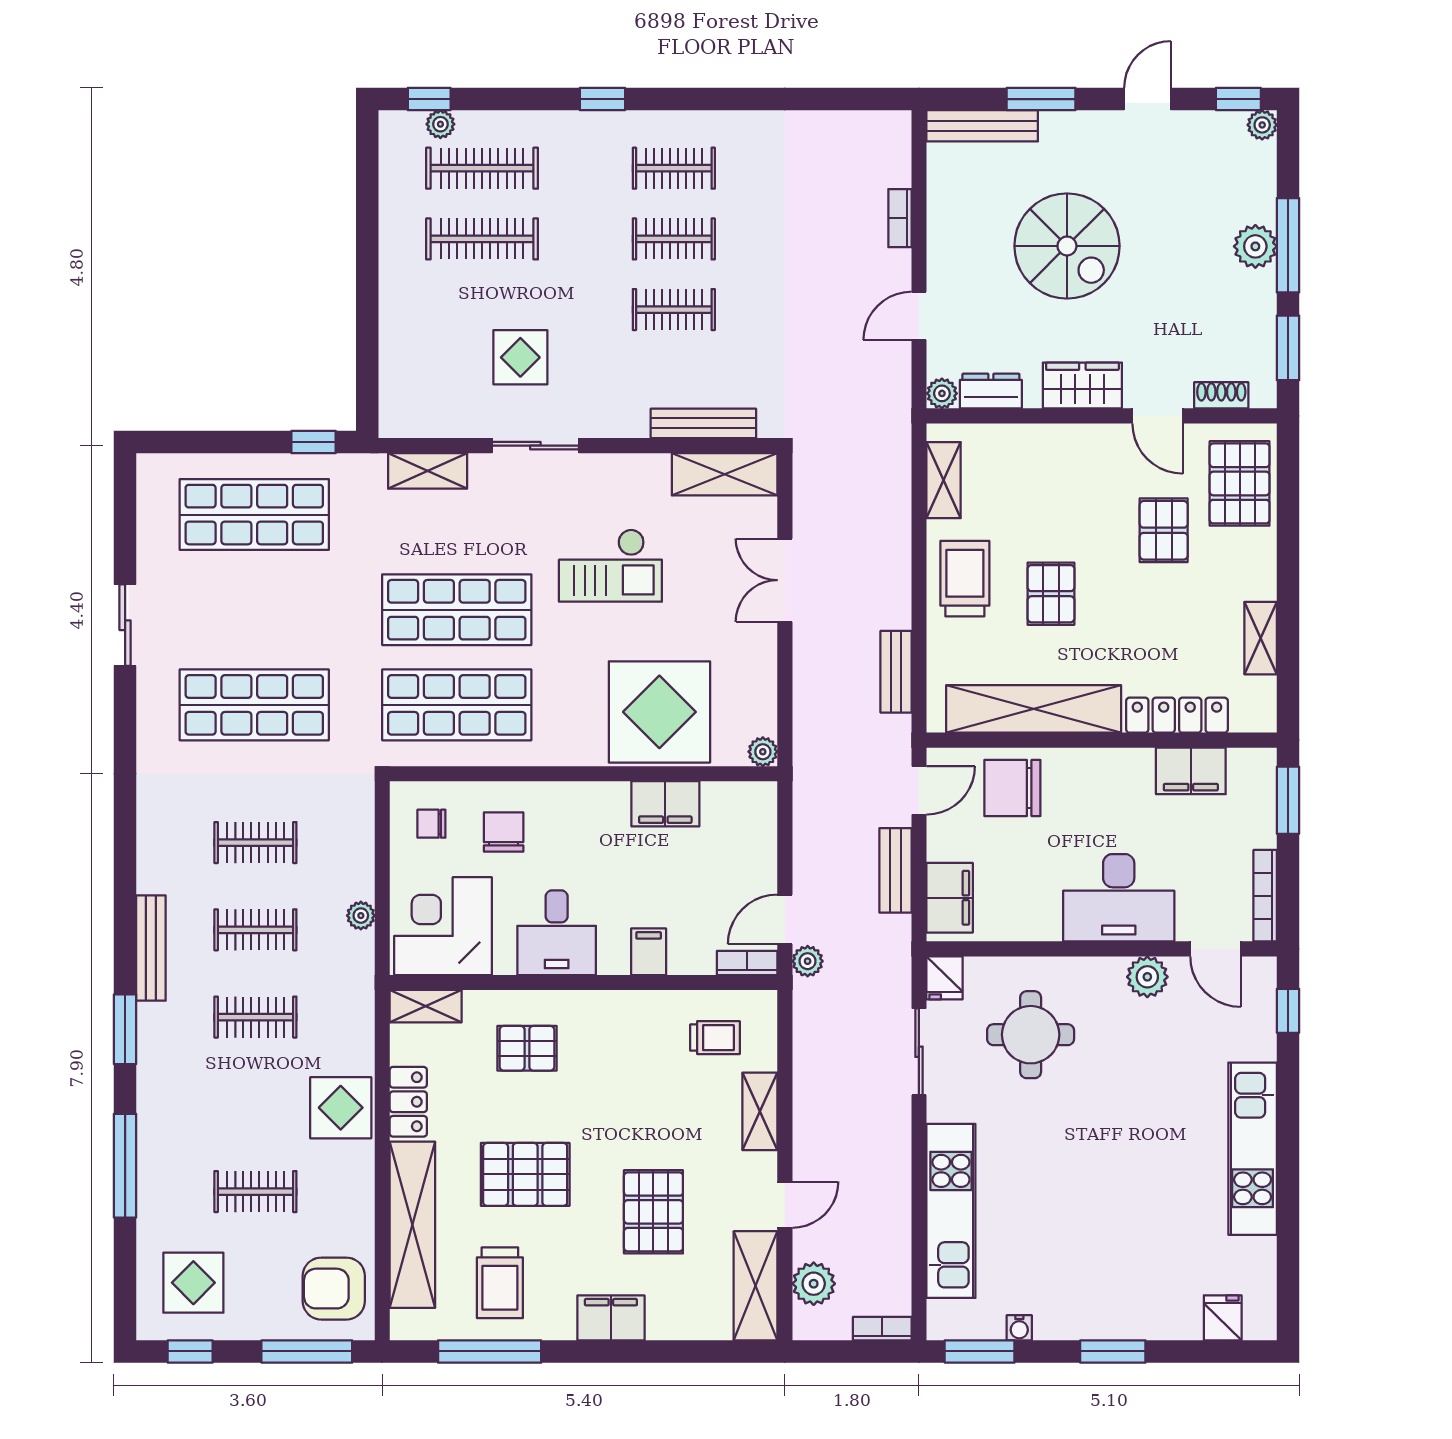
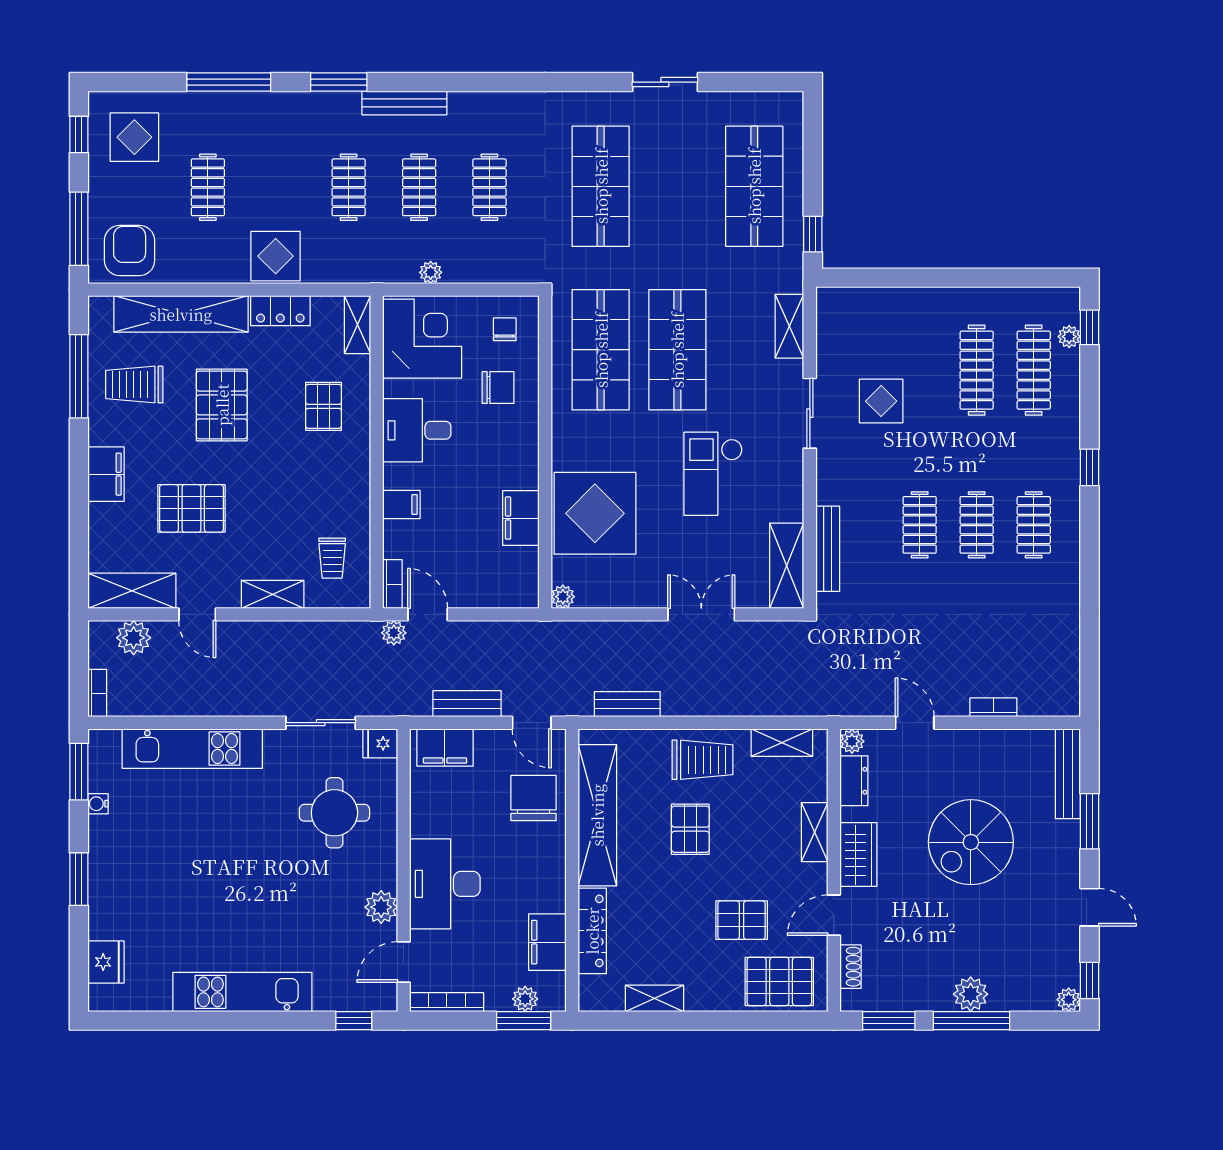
shelving: (1054, 440) -> (815, 832), added
pallet: (1051, 594) -> (690, 829), turned 90
plant: (1261, 798) -> (525, 999), added
fridge: (1223, 1318) -> (106, 962), width x1.38

